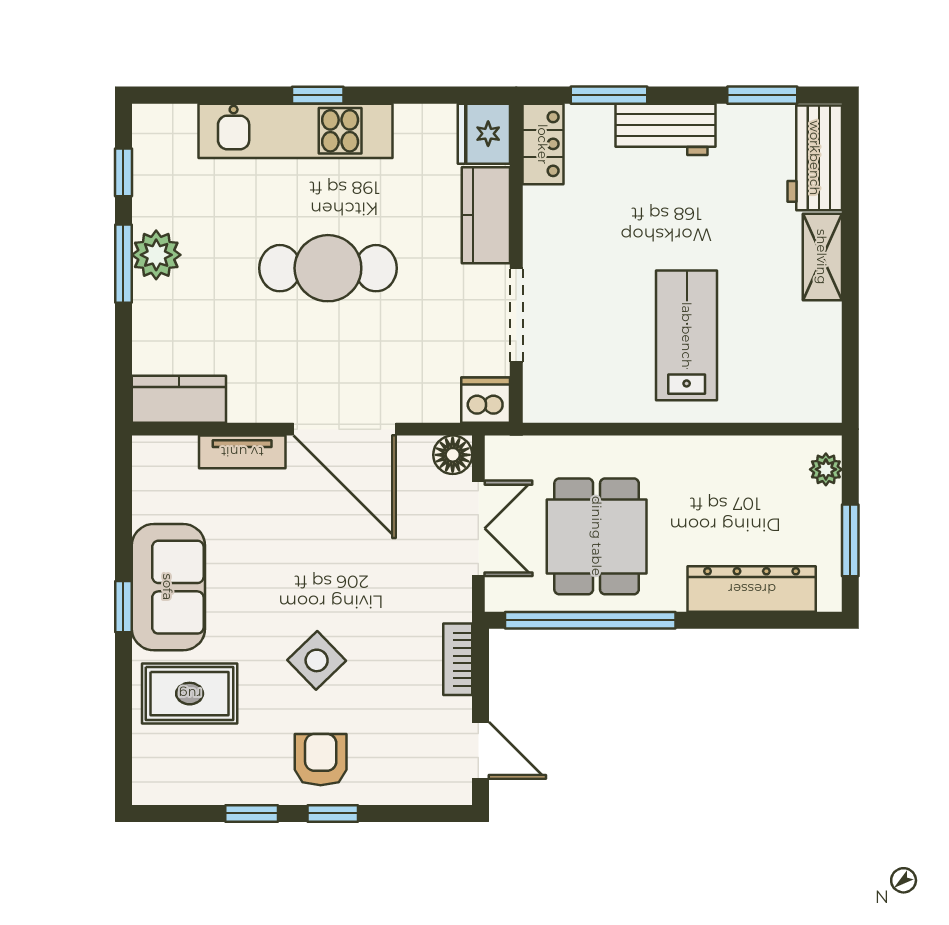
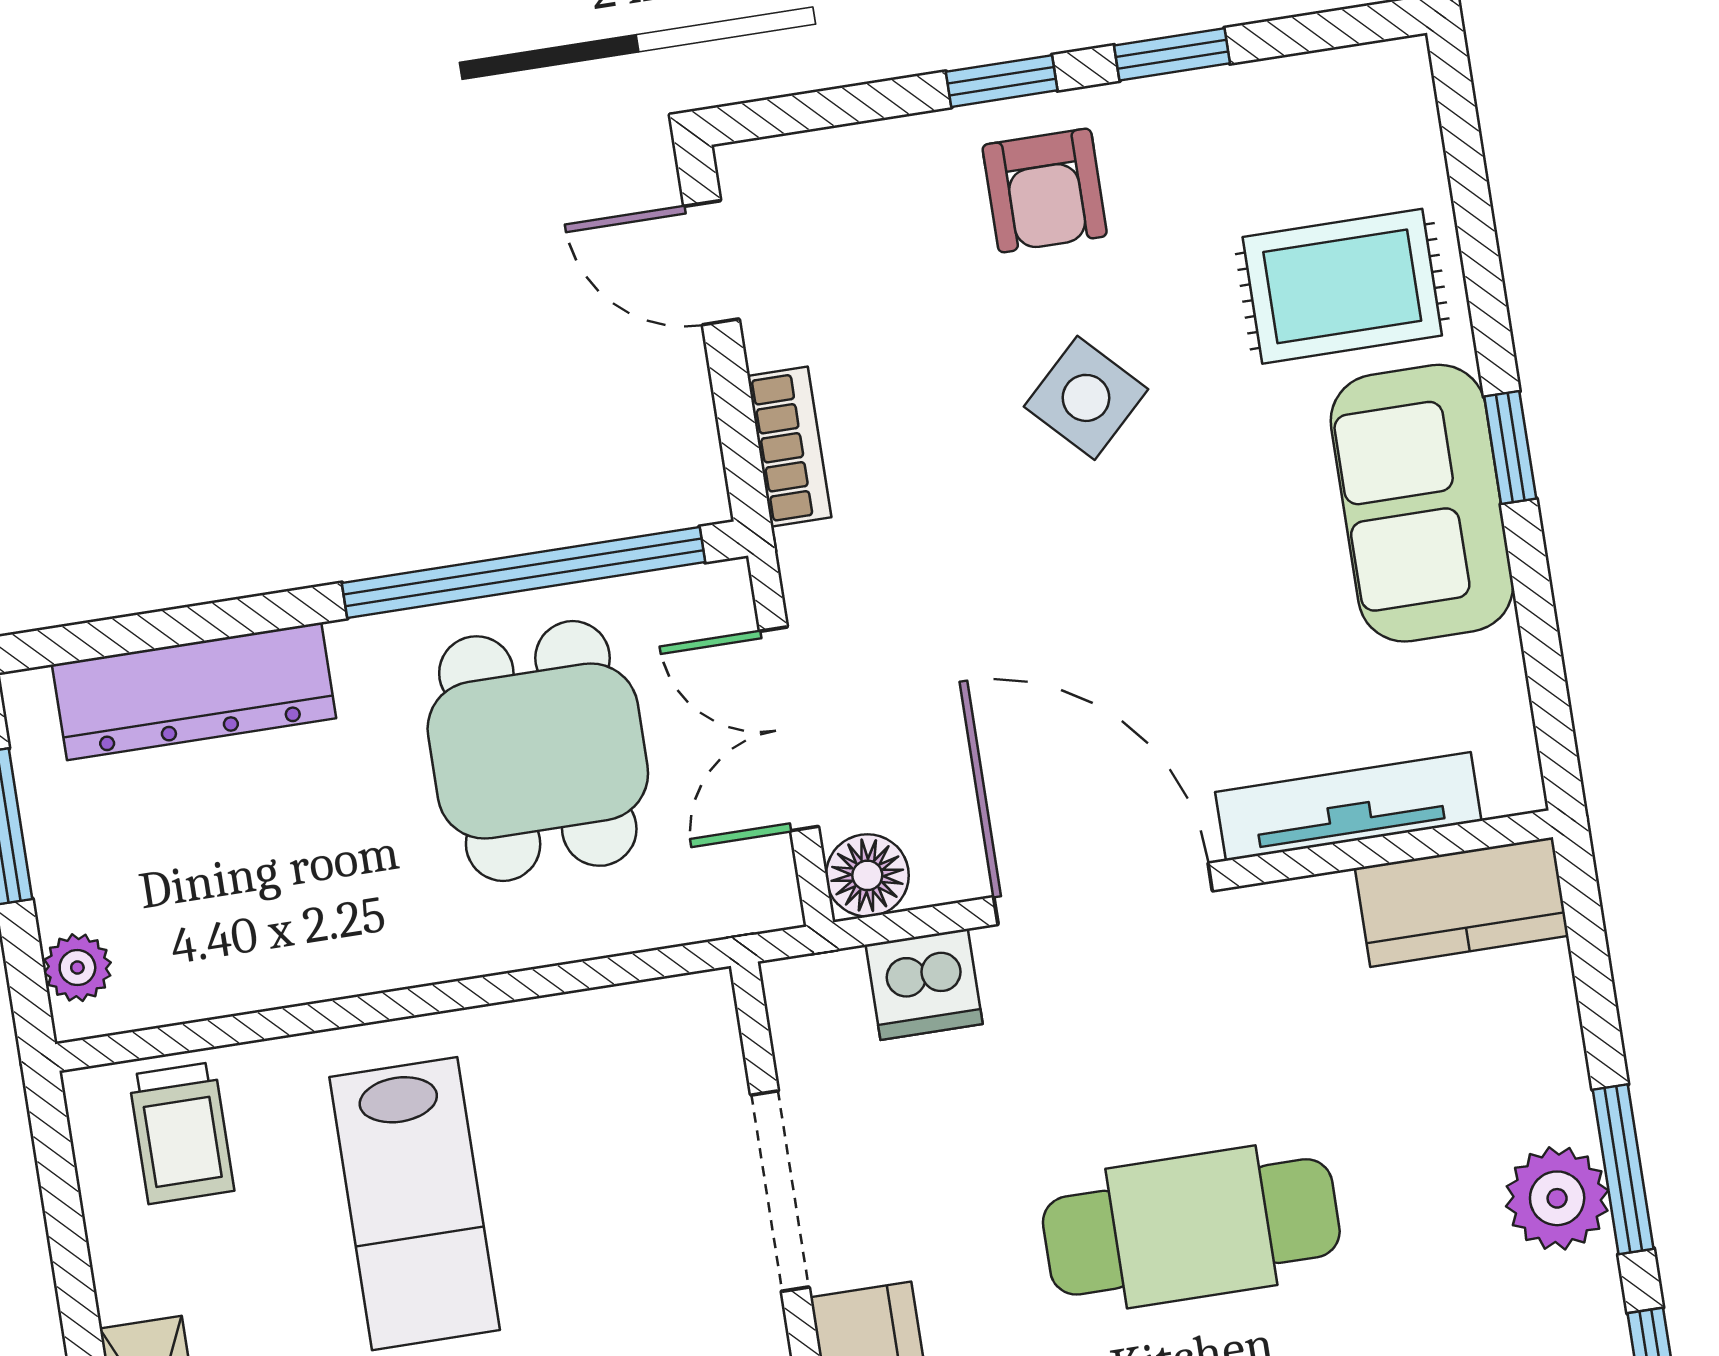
trolley: (790, 385) -> (181, 1133), added
dishwasher: (486, 400) -> (924, 984), moved
tv unit: (242, 452) -> (1348, 806), width x1.41

